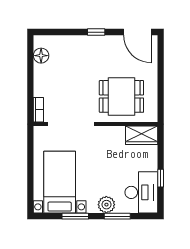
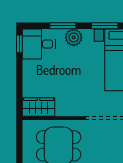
window: (161, 178) -> (19, 44), moved
desk: (141, 192) -> (39, 44), width x0.73

